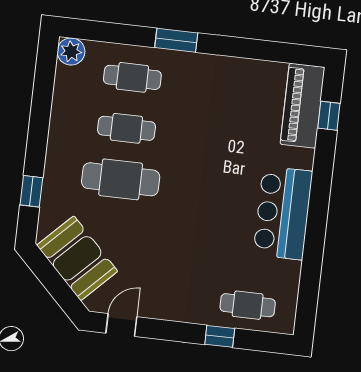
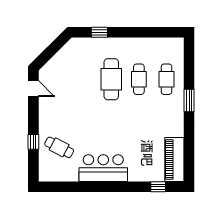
plant: (71, 51) -> (177, 45), removed
piano: (302, 106) -> (174, 159), moved, turned -90
booth: (77, 258) -> (66, 61), removed
cafe table: (248, 305) -> (59, 147), moved, turned -62

